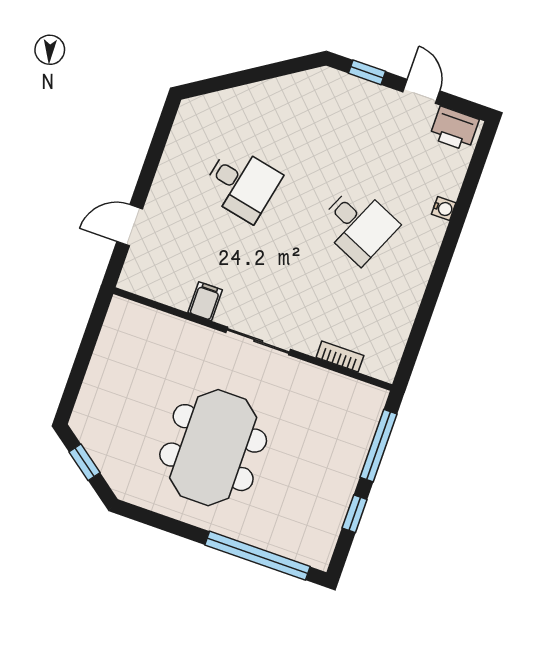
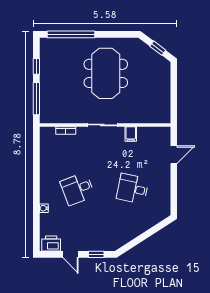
desk: (358, 225) -> (77, 189), turned -45

